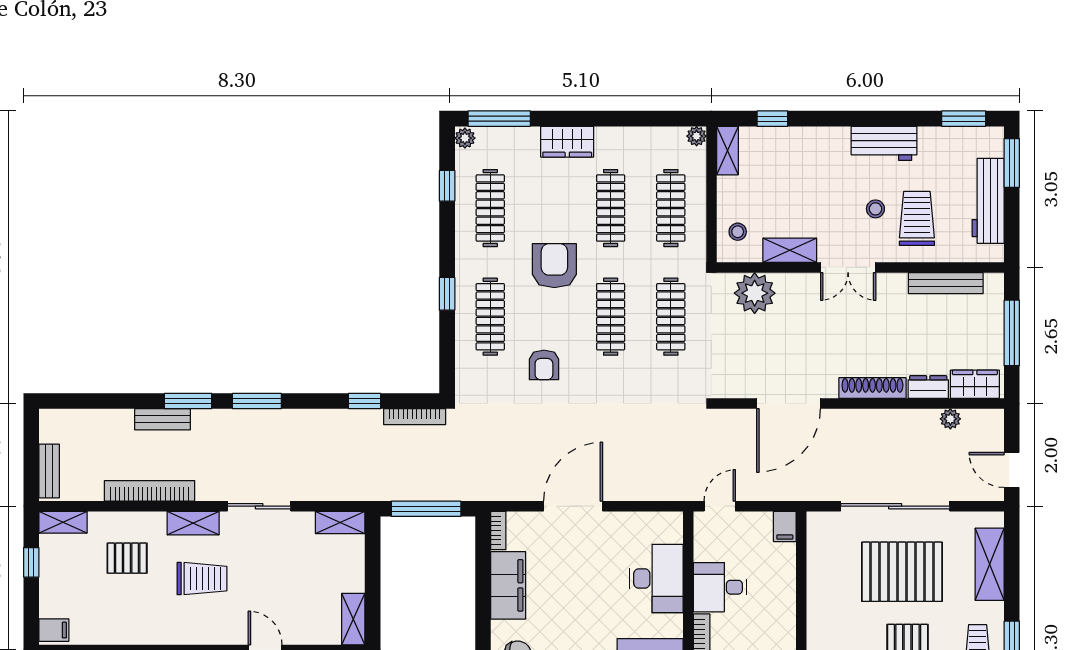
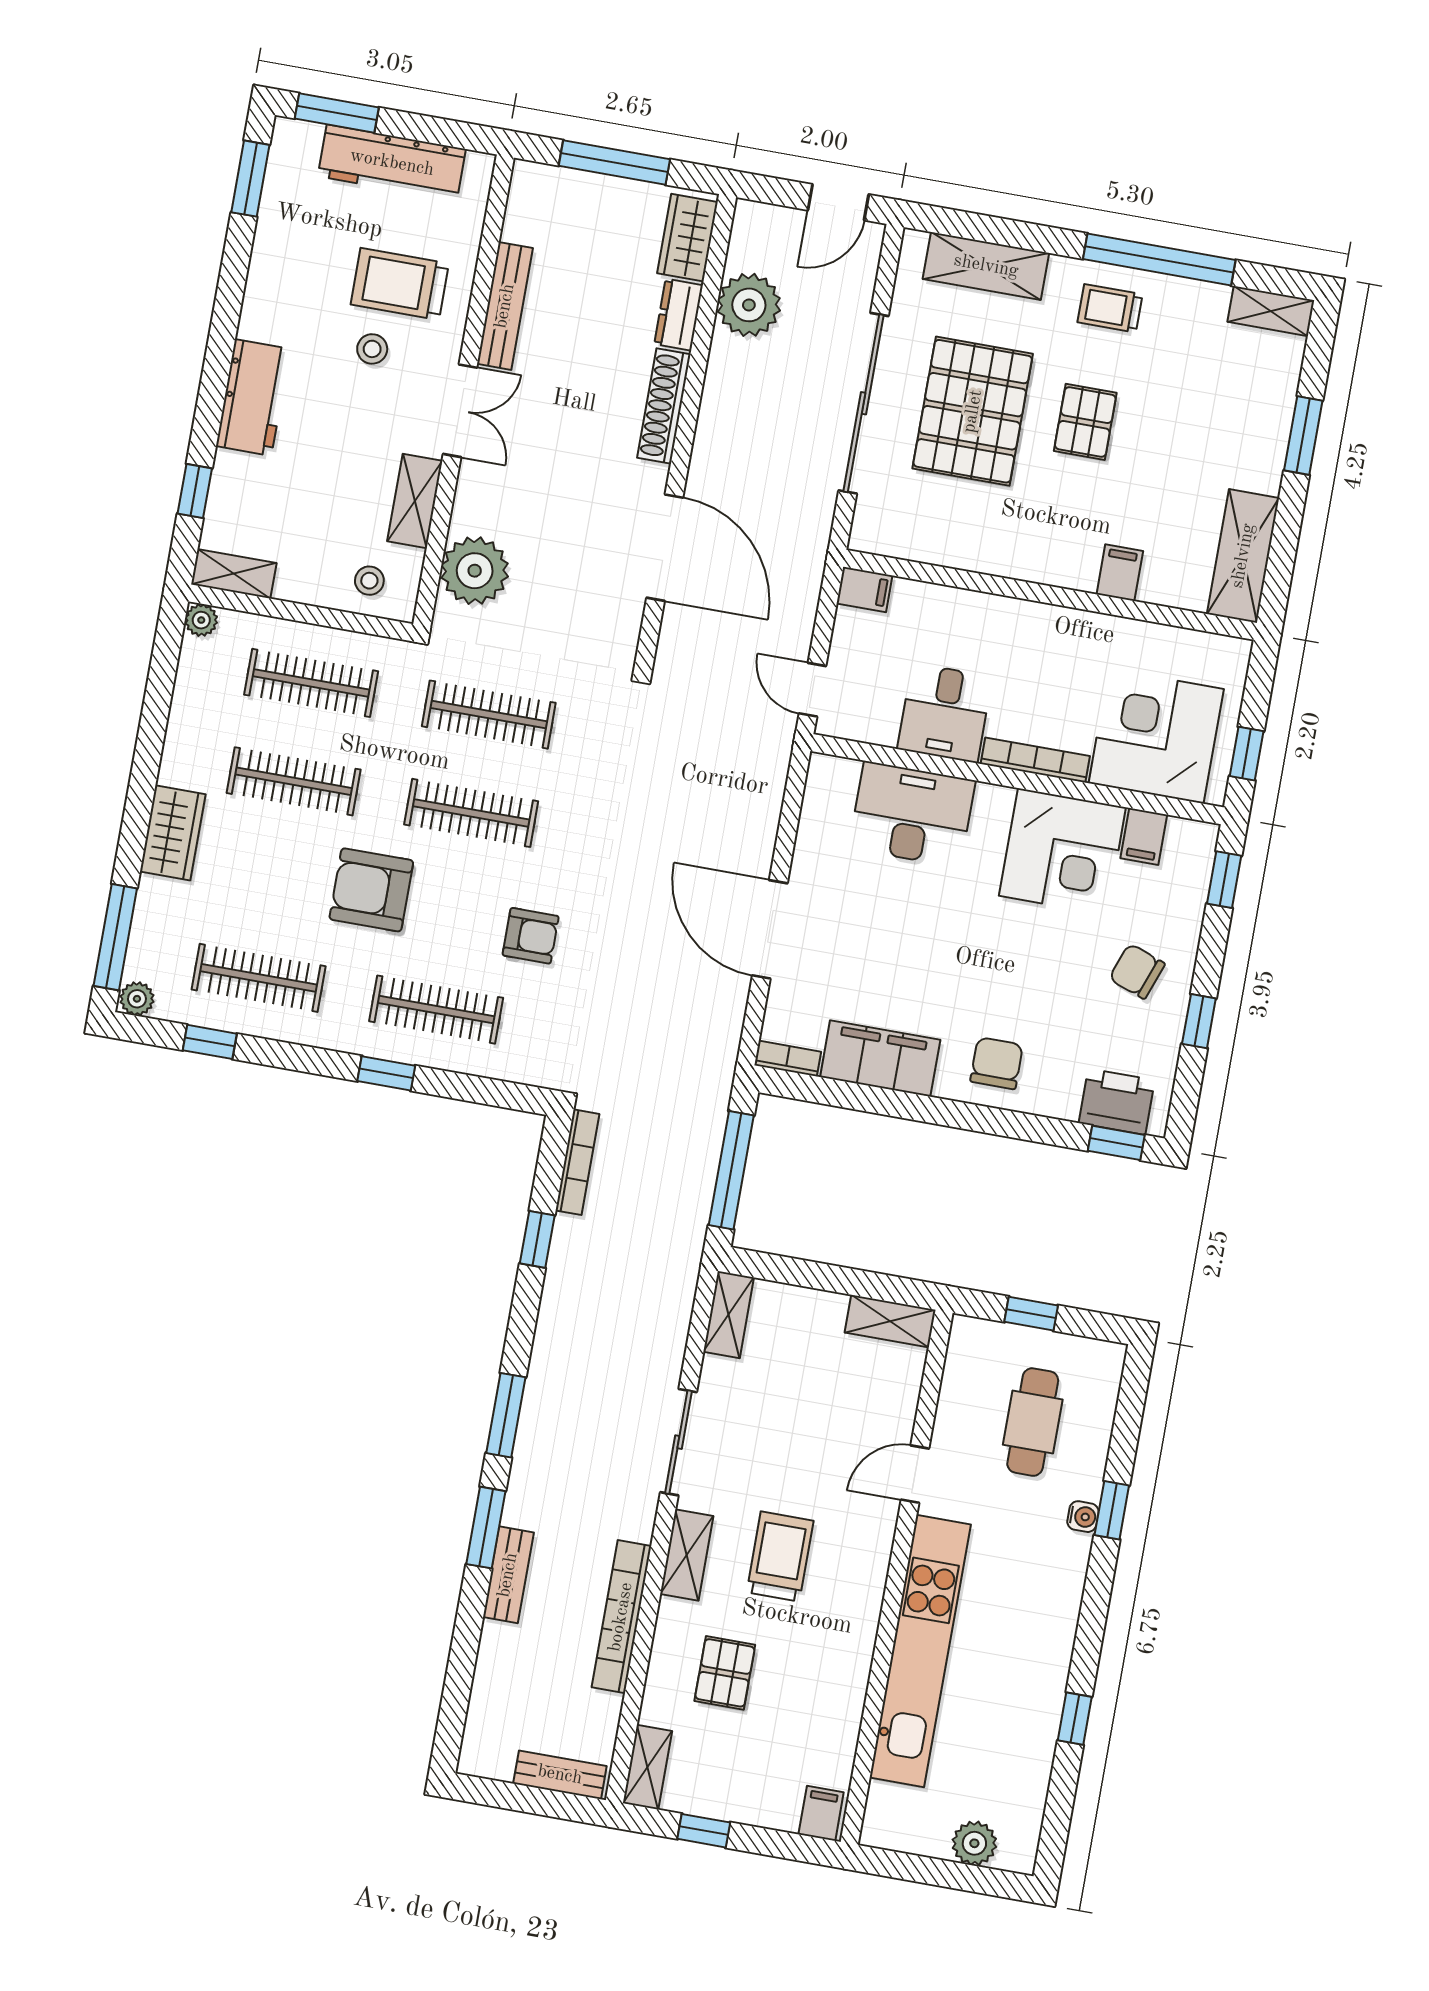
workbench: (884, 143) -> (253, 397), moved
bench: (946, 283) -> (505, 306), moved
plant: (950, 419) -> (749, 305), width x1.88, depth x1.88

